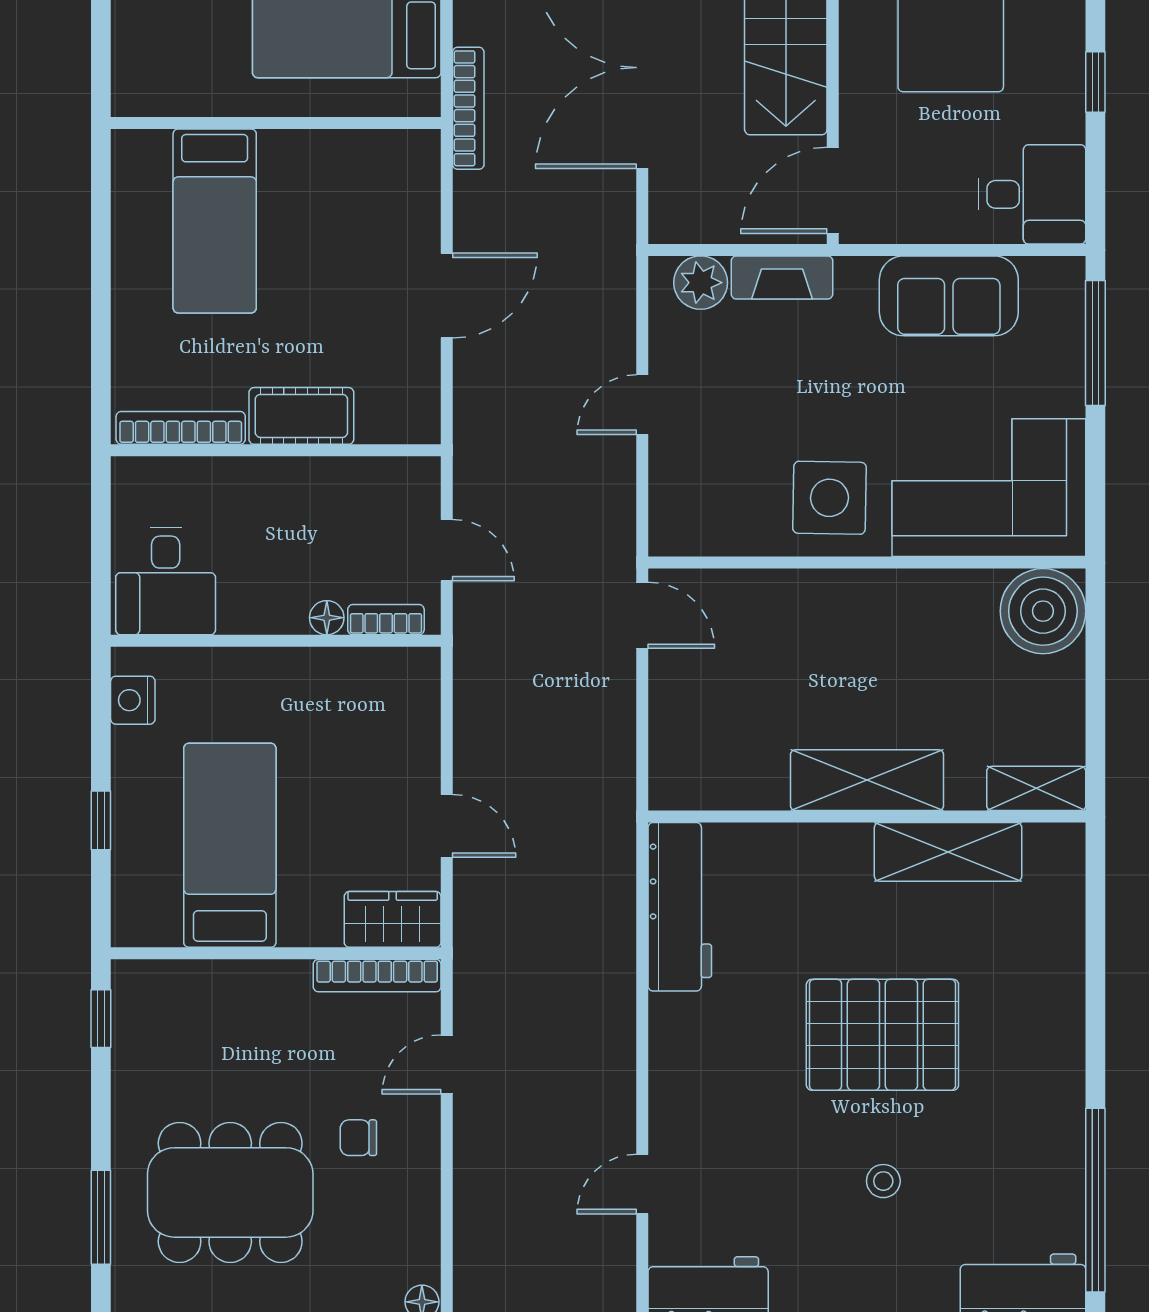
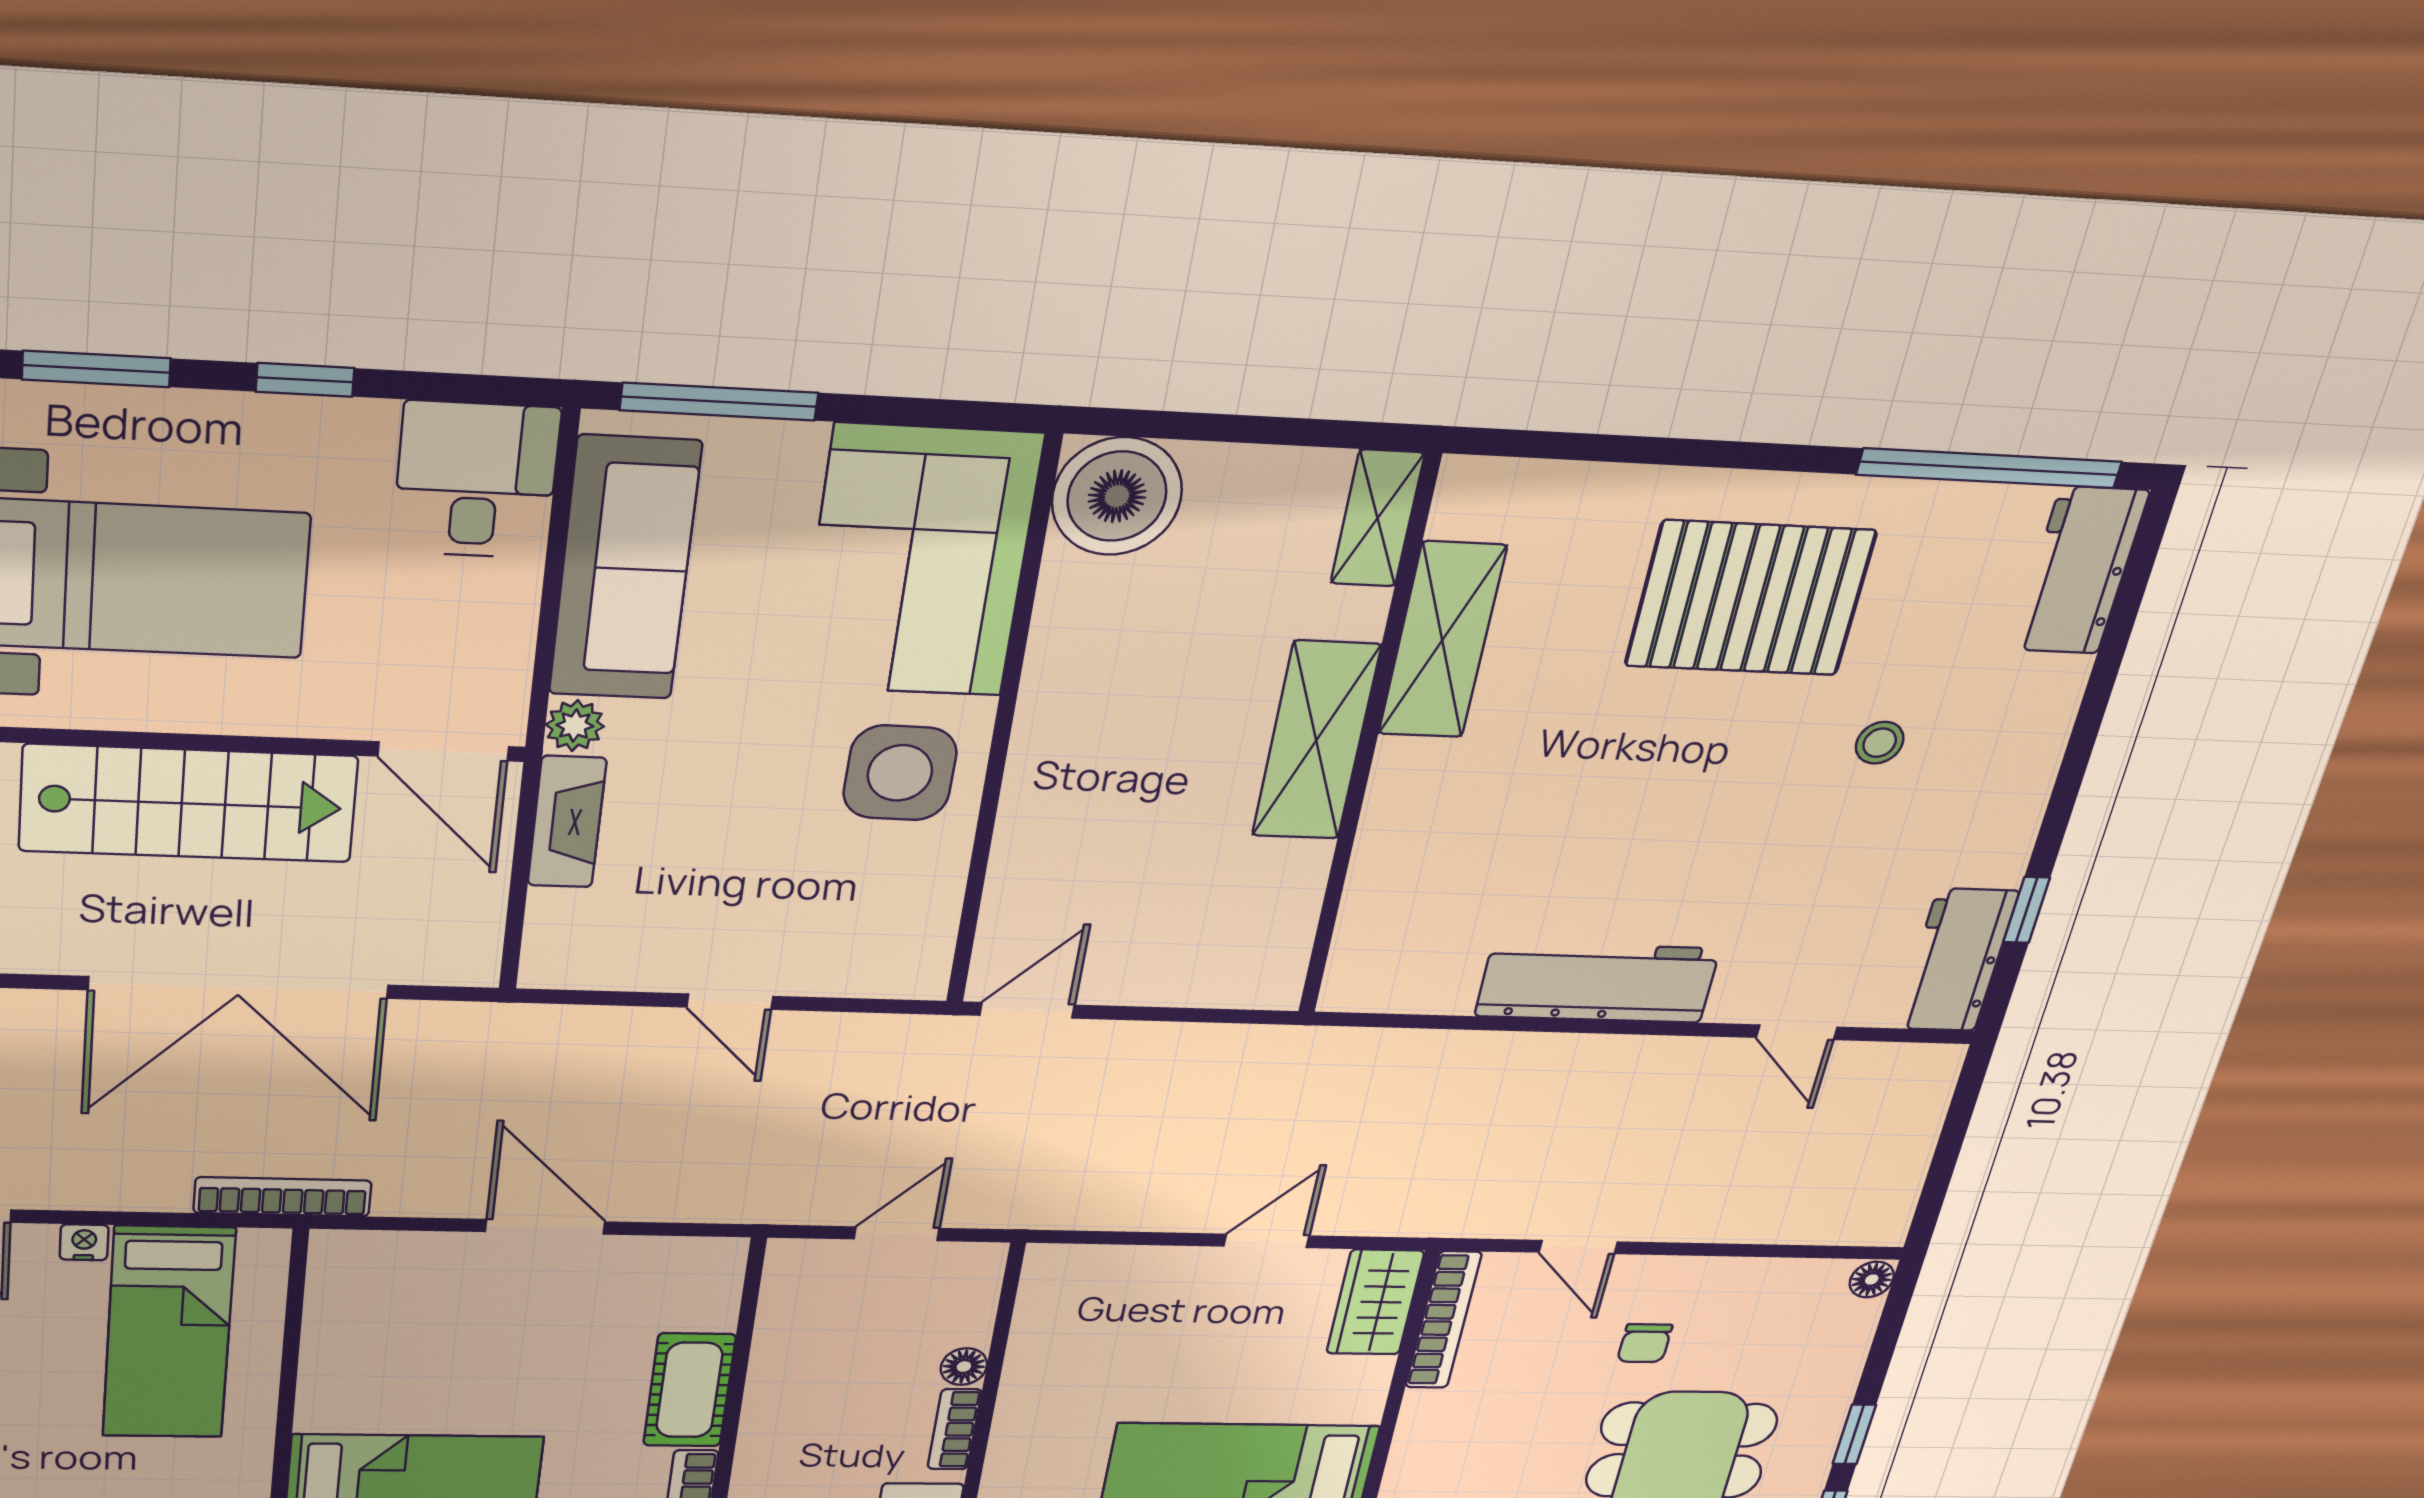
plant: (701, 283) -> (575, 726), moved, width x0.73, depth x0.73
sofa: (949, 296) -> (625, 569), width x1.36
bookcase: (386, 620) -> (955, 1429), moved
workbench: (680, 907) -> (1597, 982), moved
pallet: (882, 1035) -> (1750, 598), moved, turned 90

